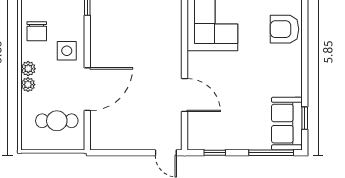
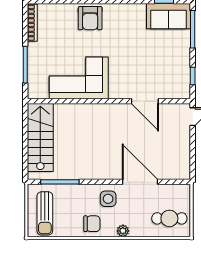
plant: (28, 85) -> (136, 231), removed
door: (184, 95) -> (145, 101), swing flipped
cafe table: (57, 121) -> (169, 218), moved, turned 90

